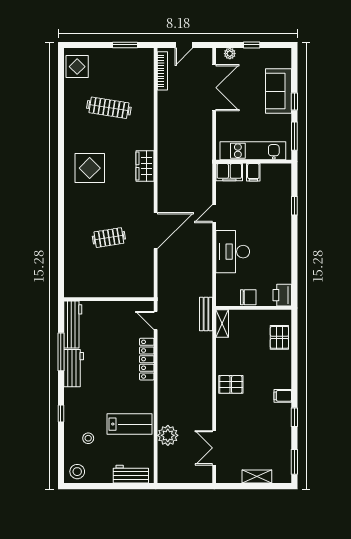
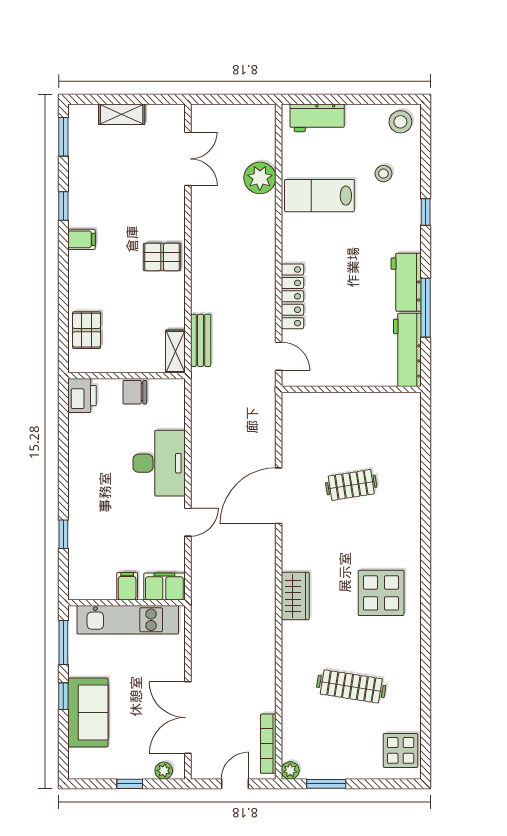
plant: (148, 54) -> (290, 770), added
bench: (206, 314) -> (201, 340), moved

